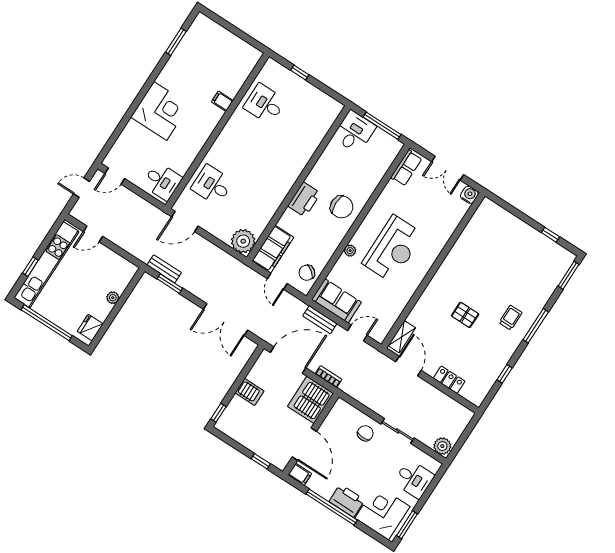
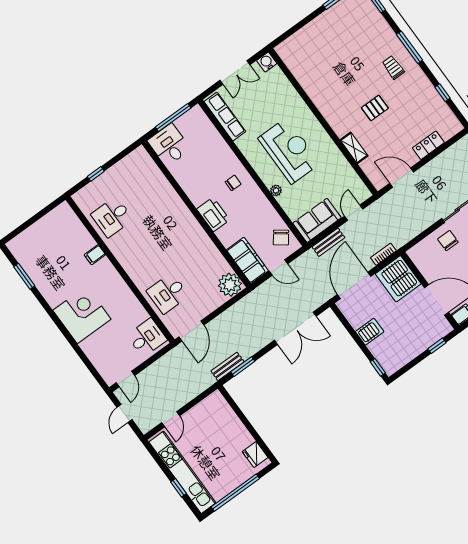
row of seats: (406, 168) -> (225, 117), width x1.48
chair: (342, 207) -> (233, 183), width x0.54, depth x0.54
plant: (113, 298) -> (236, 423), removed
shelving: (402, 337) -> (354, 148), moved

